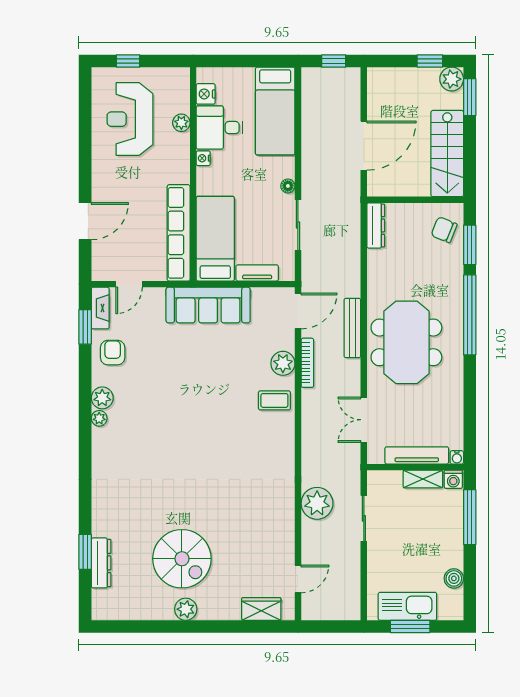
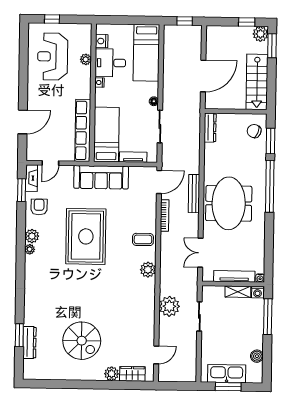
plant: (283, 363) -> (148, 270), moved
rug: (186, 397) -> (86, 236), added
plant: (186, 609) -> (112, 374), moved

